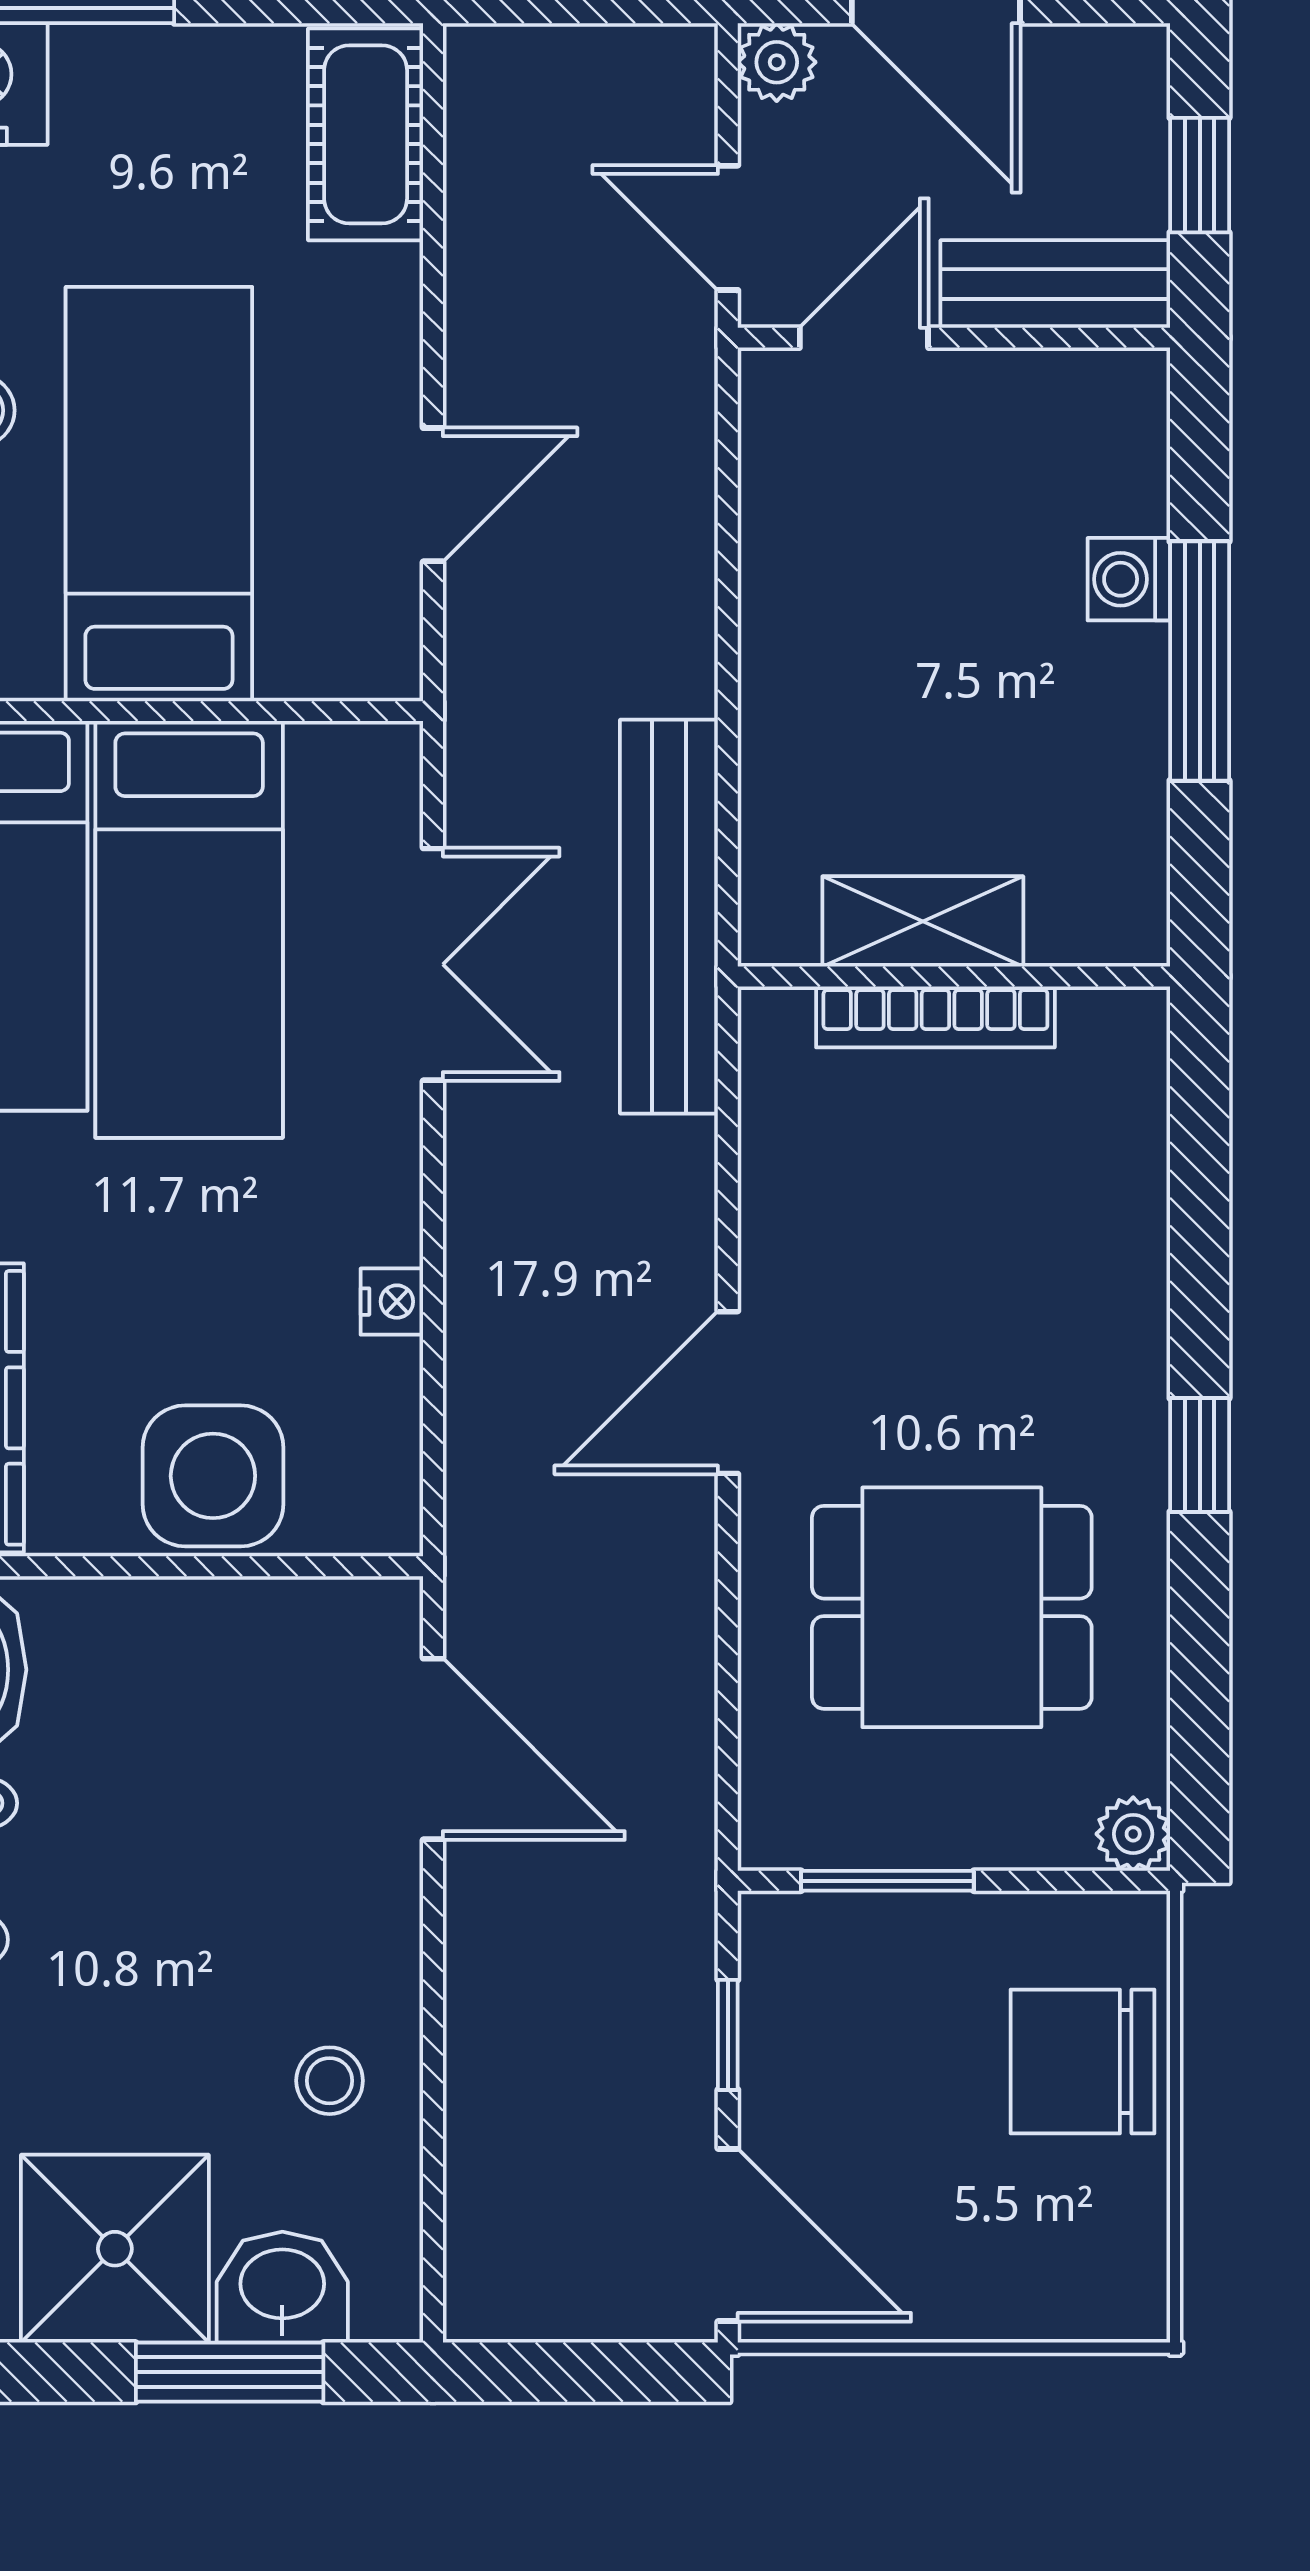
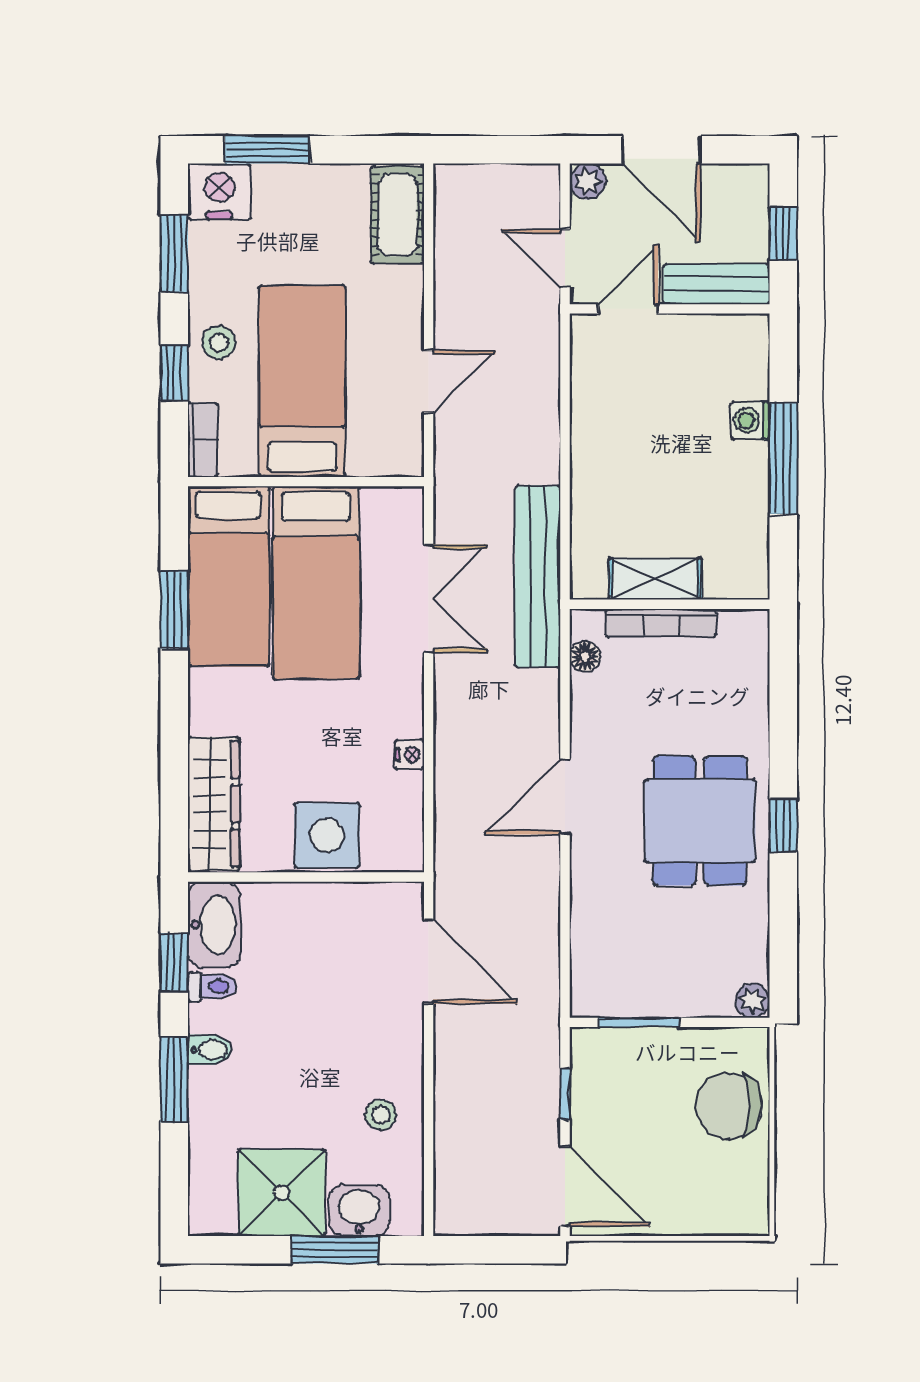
floor lamp: (771, 1090) -> (585, 657), added
dining table: (952, 1607) -> (700, 821), moved, turned 90

